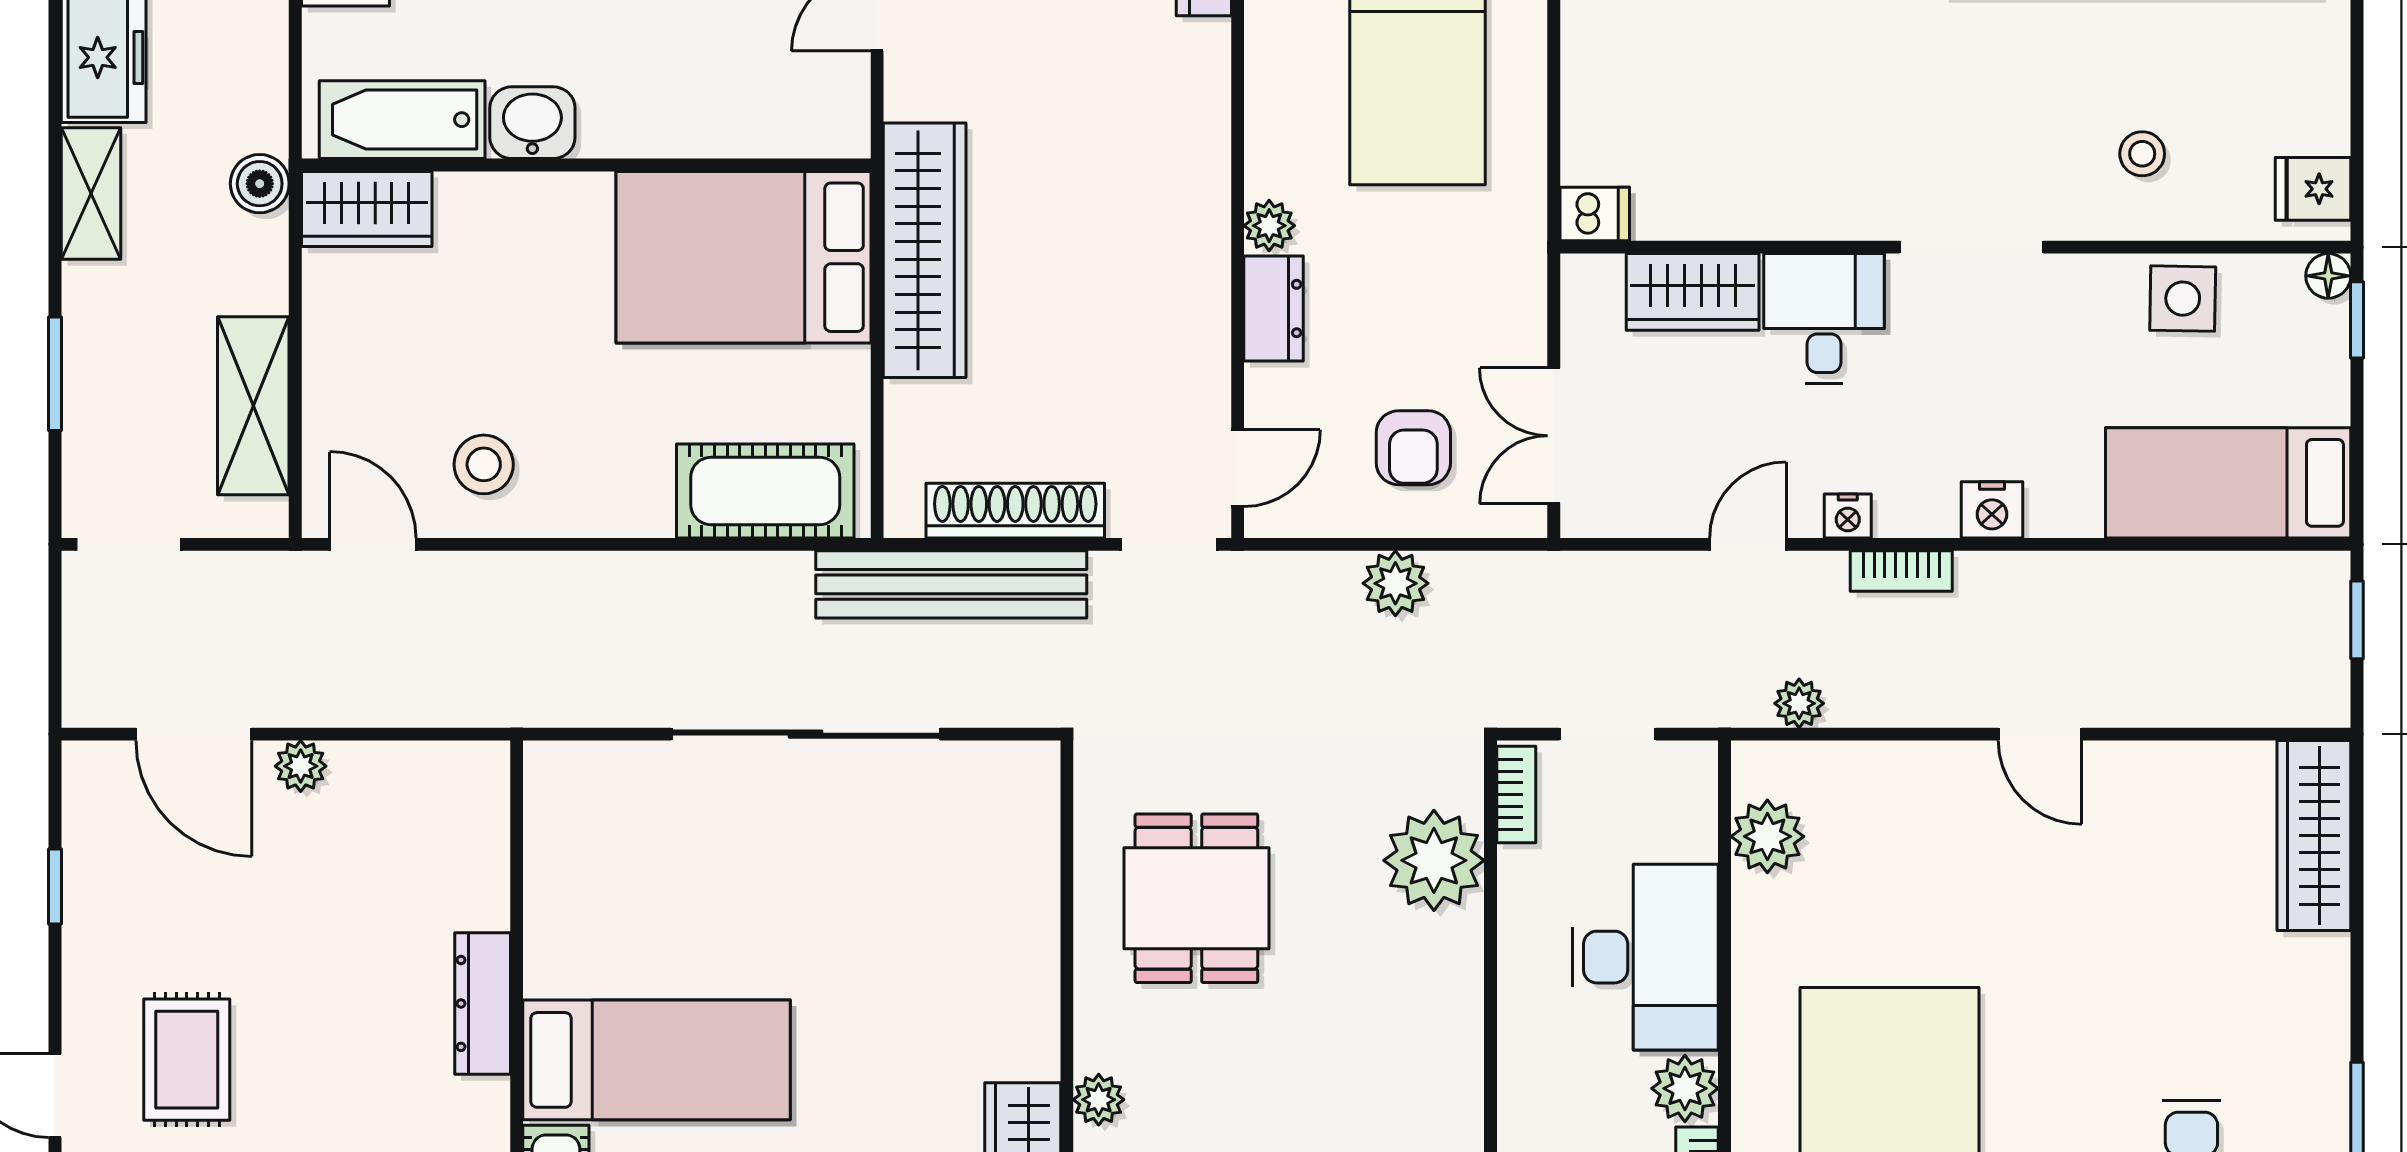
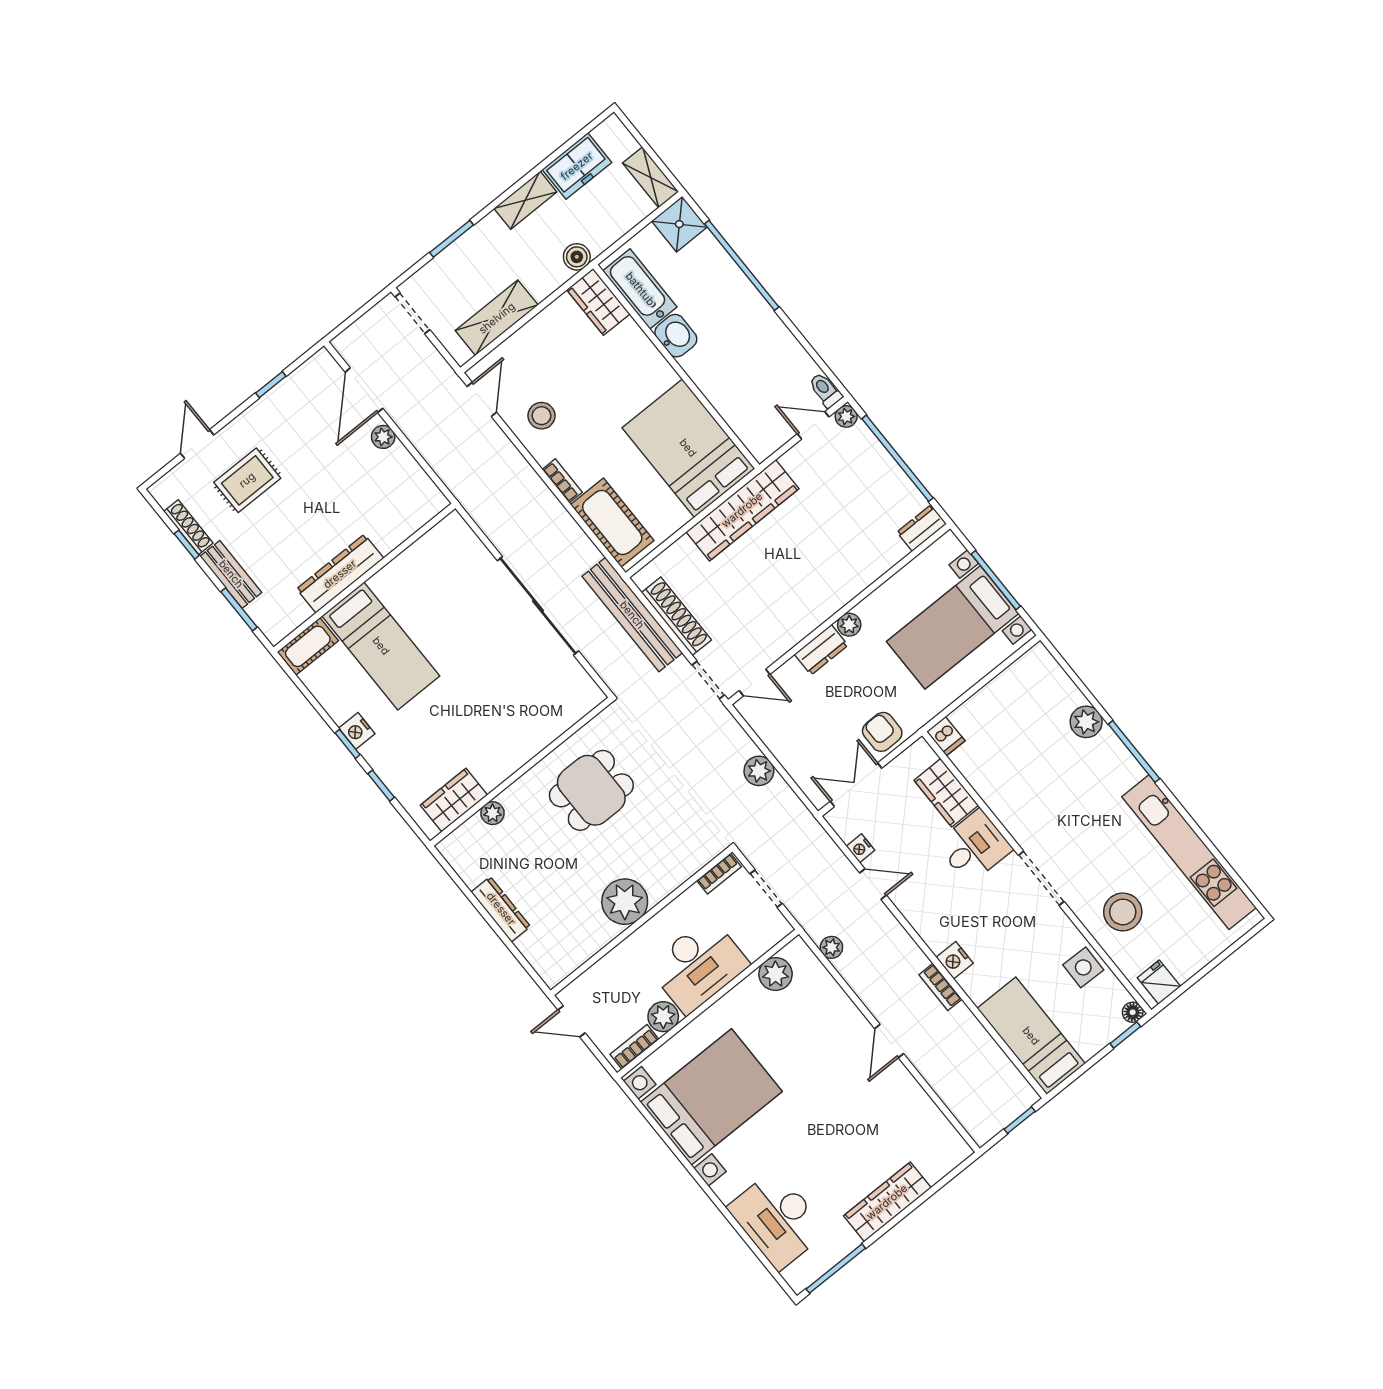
stool: (2142, 154) -> (1123, 912), width x1.89, depth x1.89
armchair: (1413, 448) -> (882, 732), moved, turned 90
nightstand: (1848, 516) -> (861, 848), moved
bookcase: (624, 519) -> (562, 481), added
bookcase: (1901, 571) -> (940, 987), moved
wardrobe: (2314, 836) -> (887, 1202), moved
plant: (1434, 860) -> (625, 902), moved
dresser: (483, 1003) -> (340, 574), width x1.37, depth x1.24

